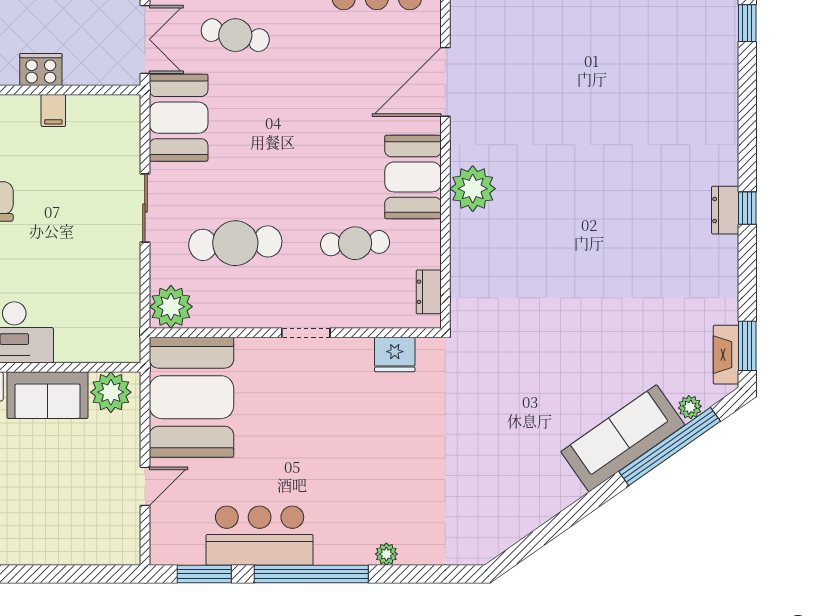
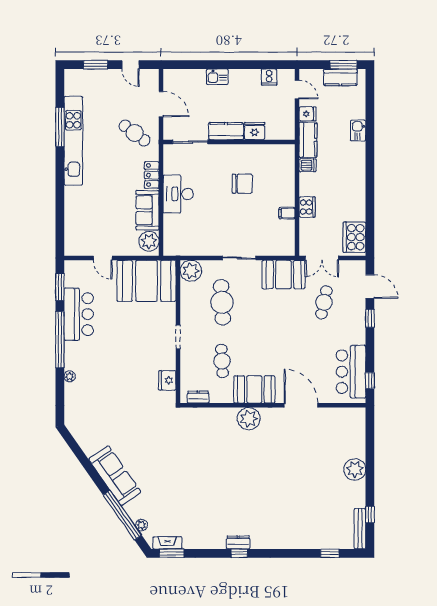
sofa: (623, 438) -> (115, 476), moved

